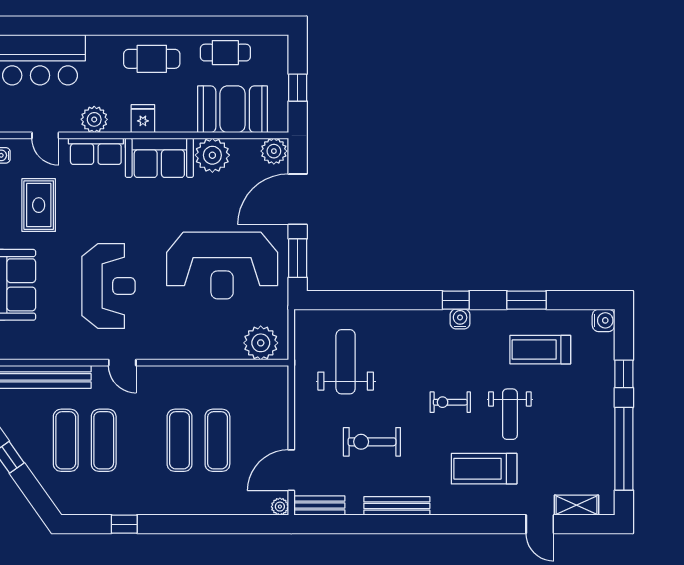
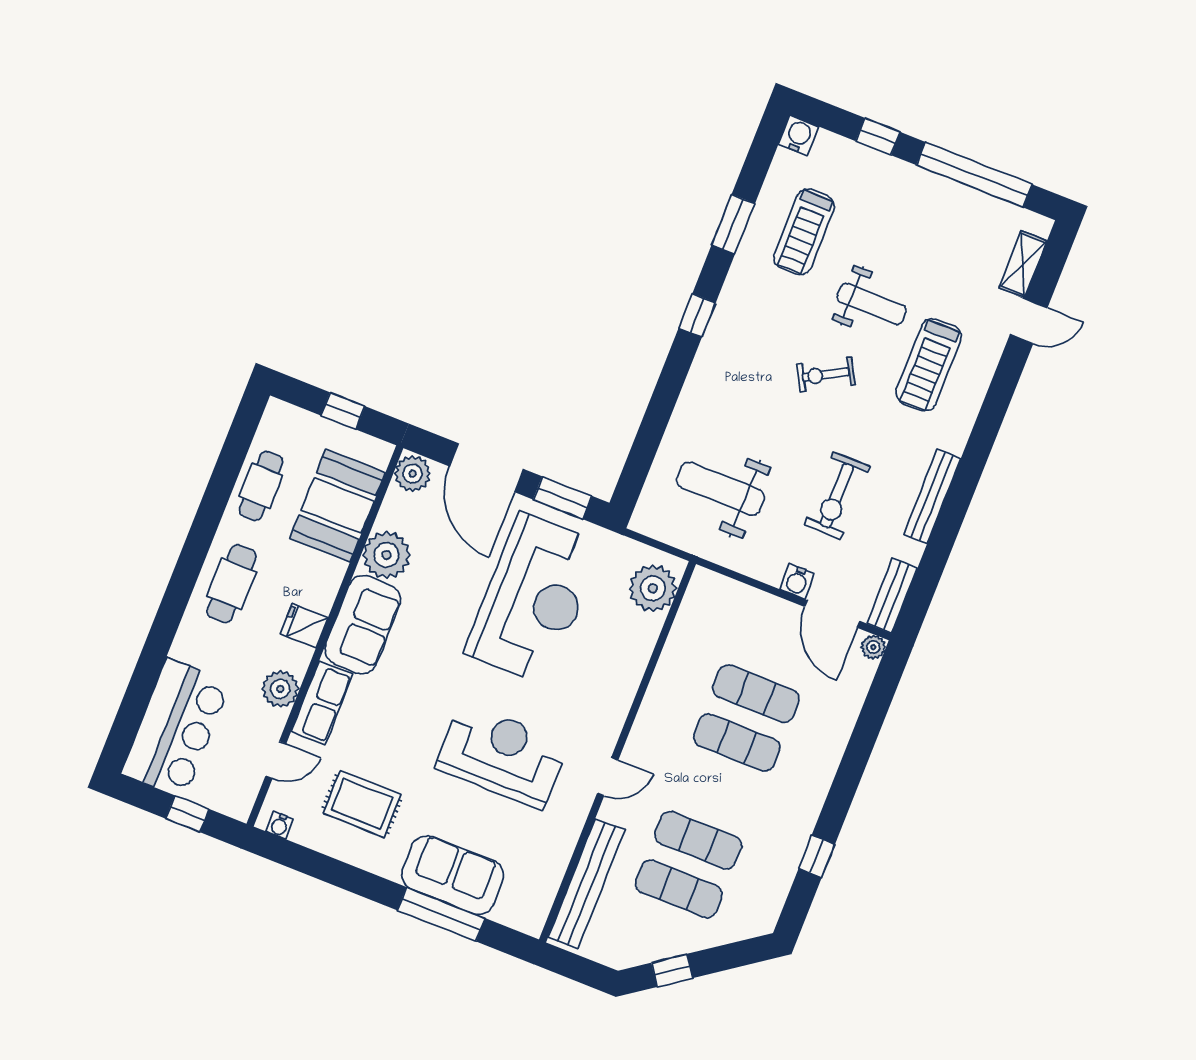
water cooler: (460, 319) -> (797, 581), moved, turned -90
exercise bike: (450, 402) -> (826, 375), turned 61

